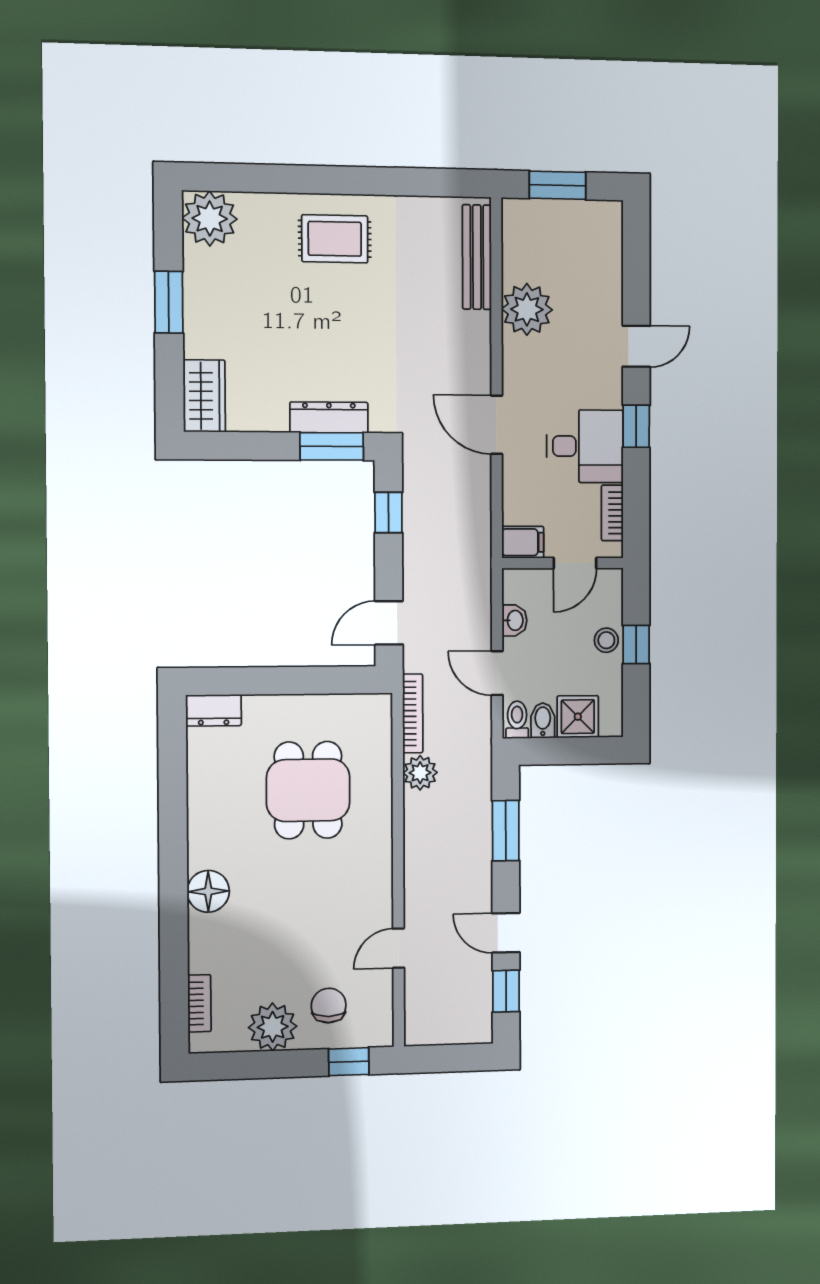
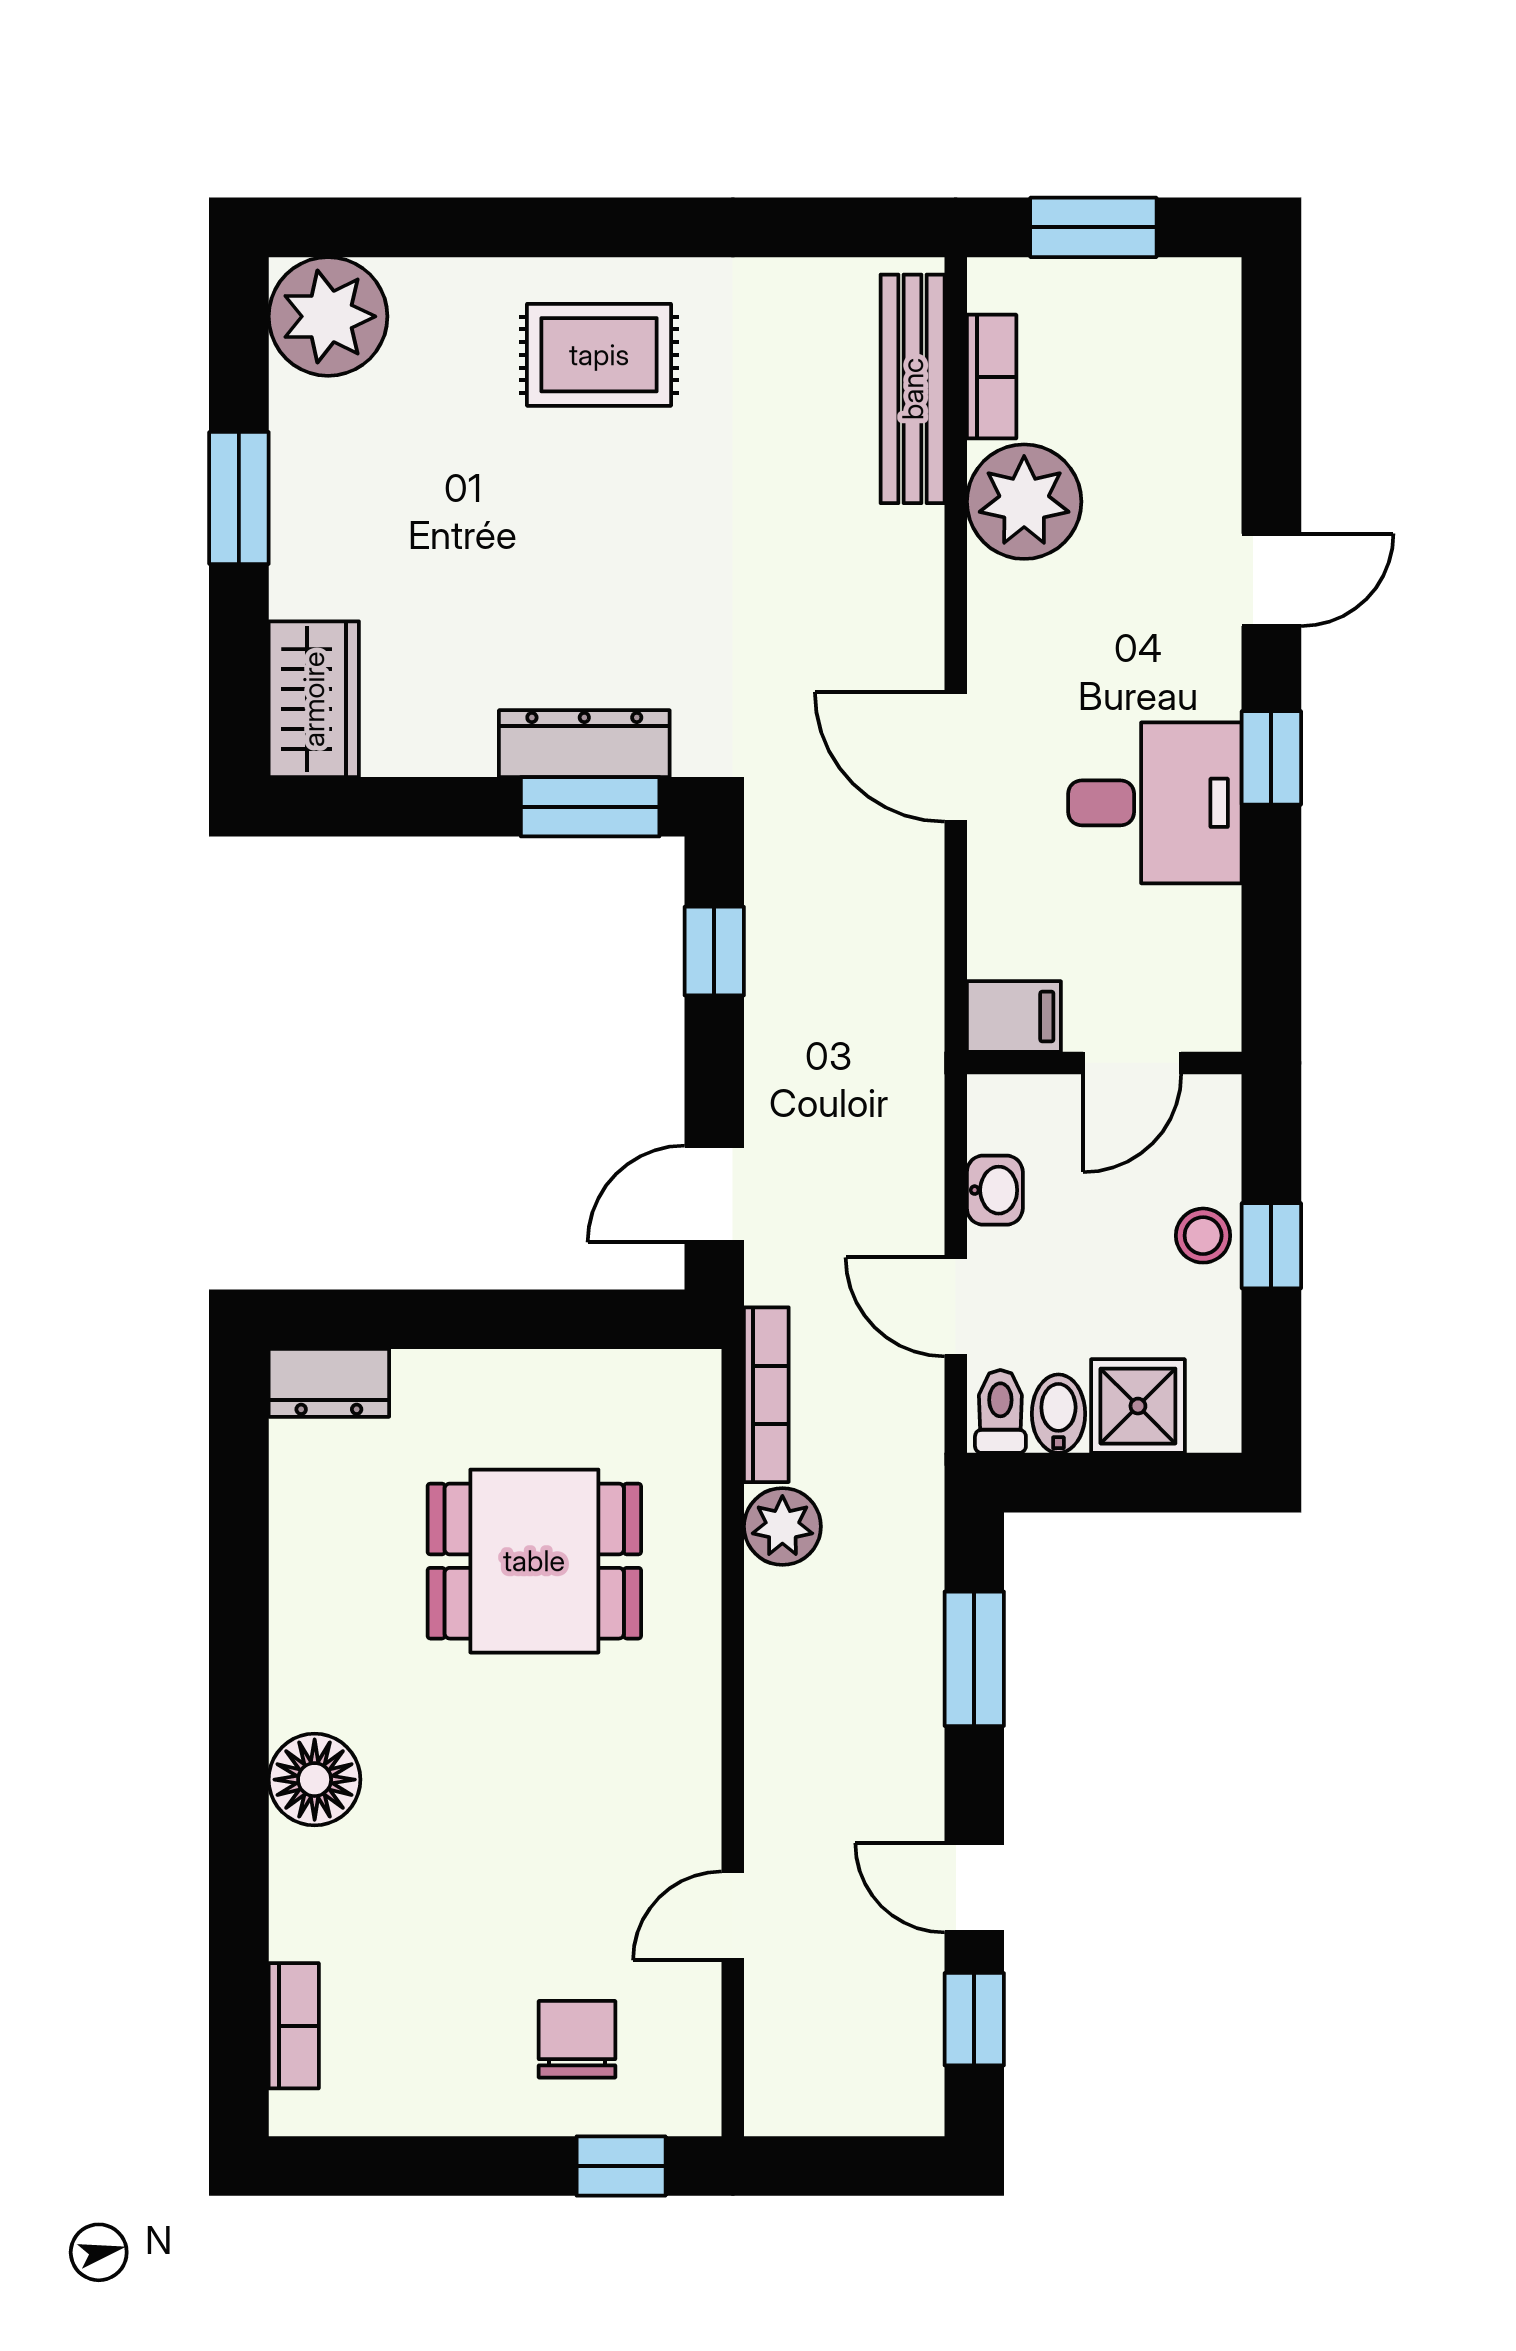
bookcase: (612, 513) -> (992, 377), moved, turned 180
dining table: (308, 790) -> (534, 1561), turned 90
plant: (273, 1027) -> (453, 2083), removed

